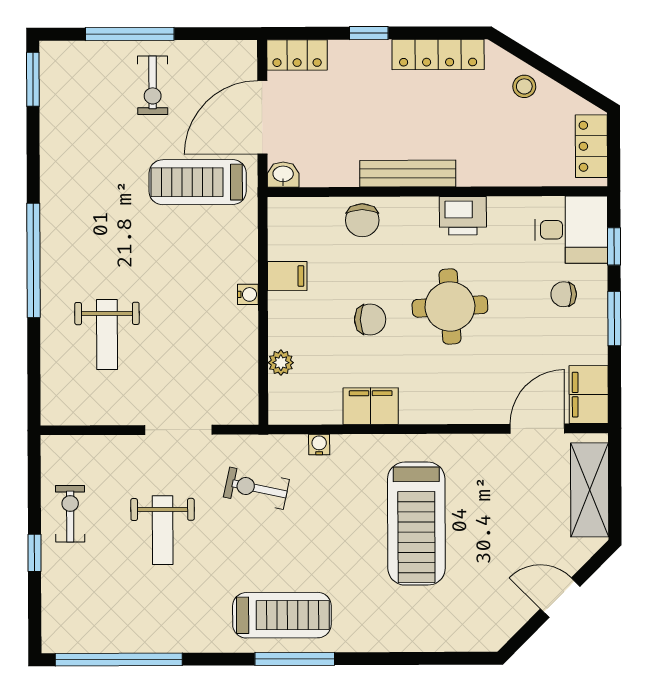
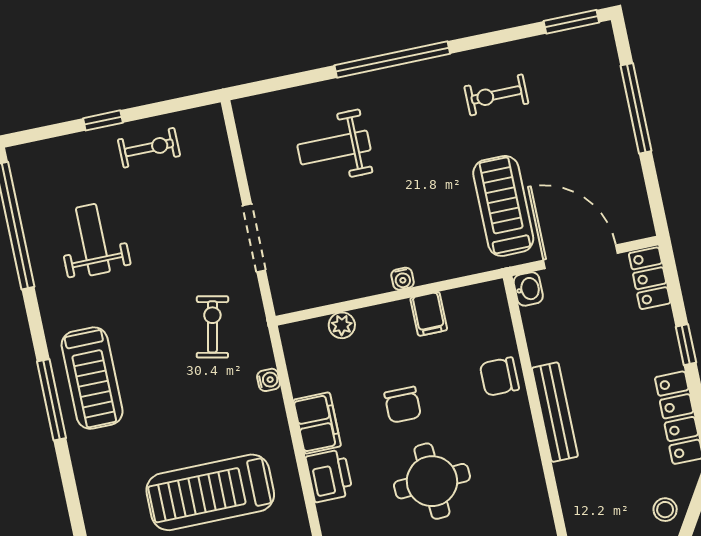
exercise bike: (153, 85) -> (496, 95), moved
printer: (463, 216) -> (329, 476), moved, turned 180
weight bench: (163, 530) -> (93, 240), moved, turned 90

